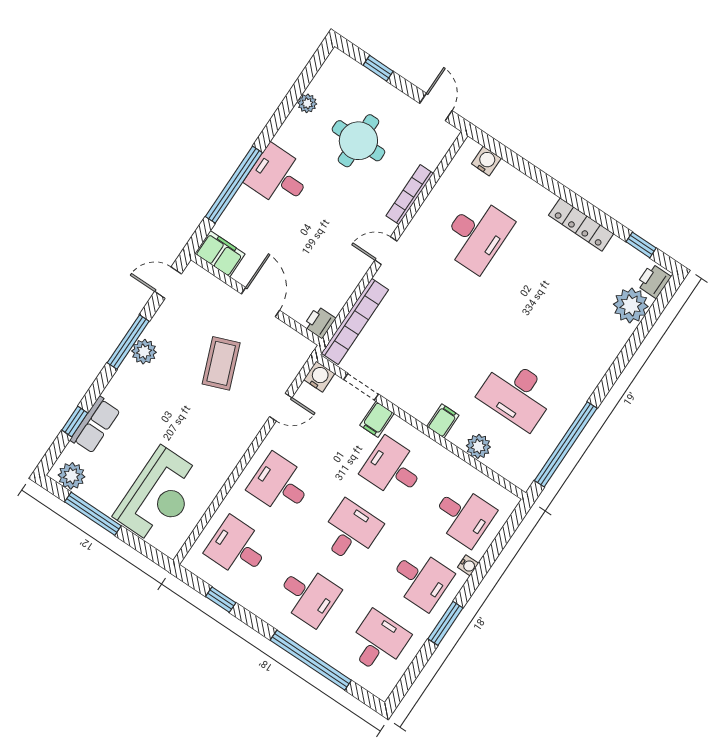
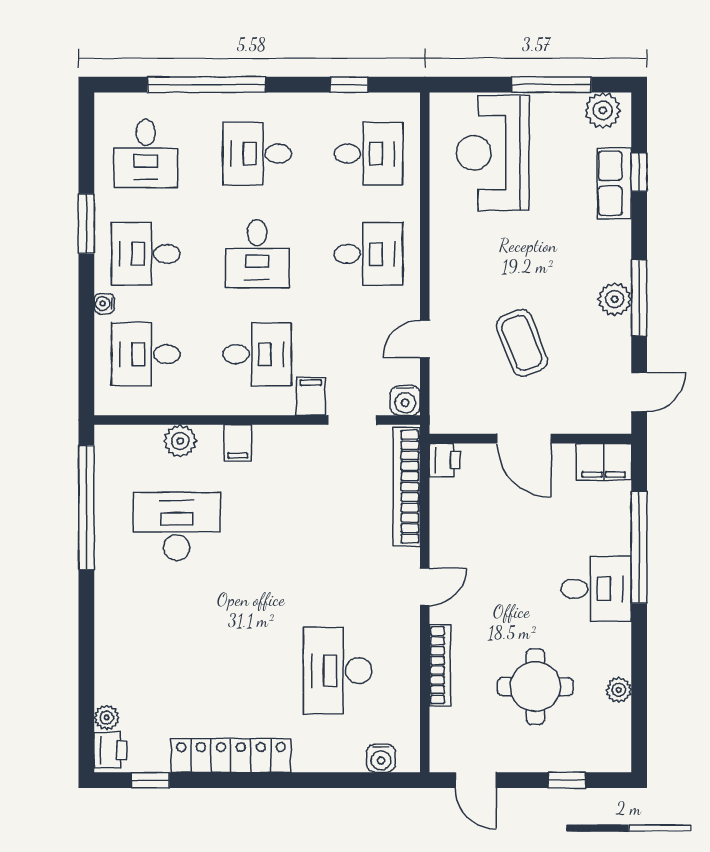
locker: (581, 225) -> (231, 756), width x1.41, depth x1.21
plant: (631, 305) -> (107, 717), width x0.53, depth x0.53

